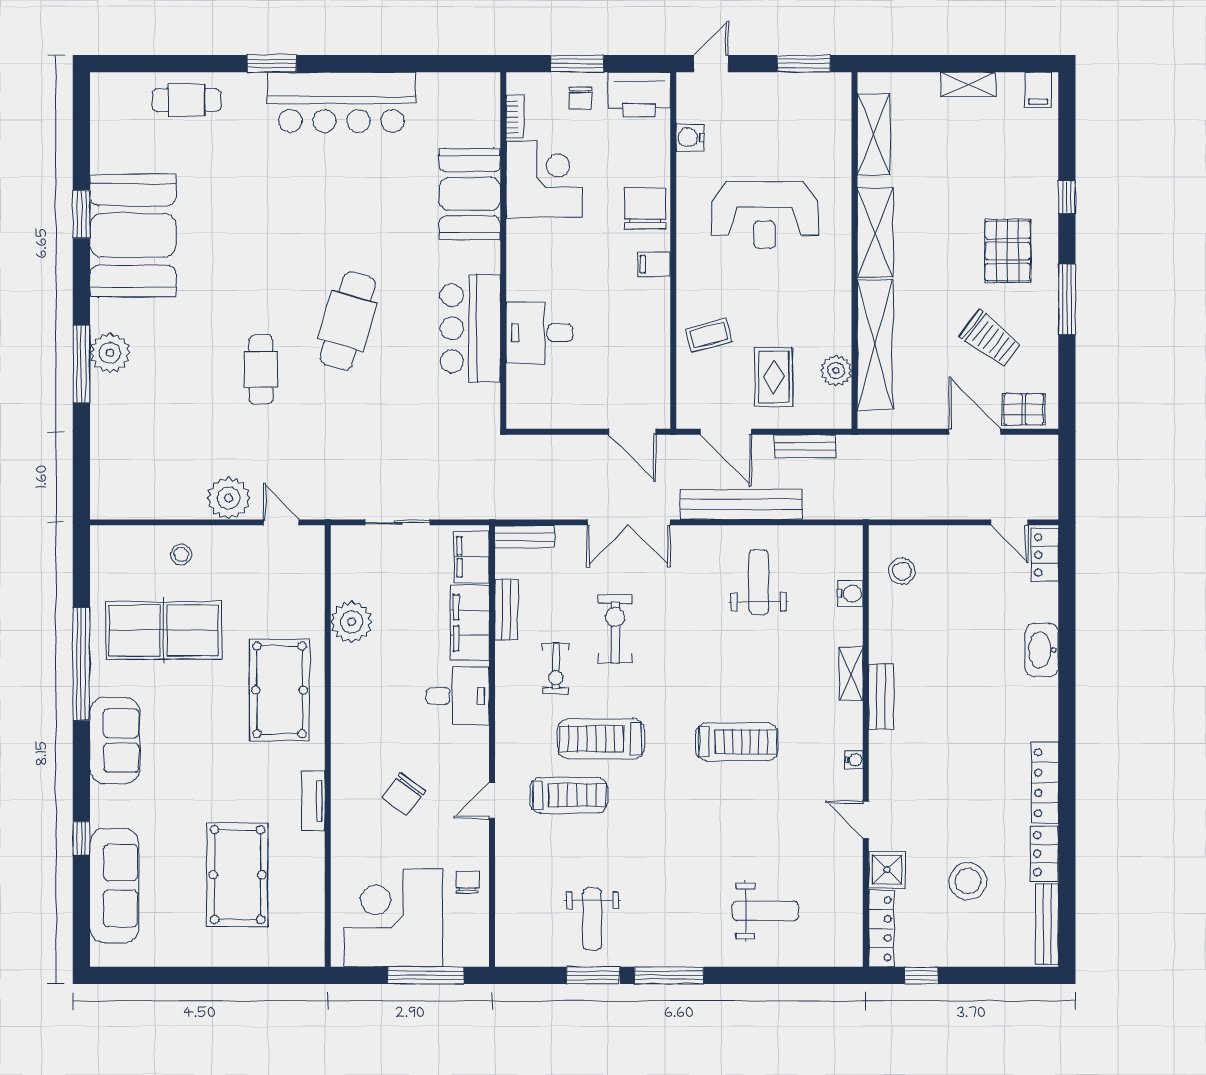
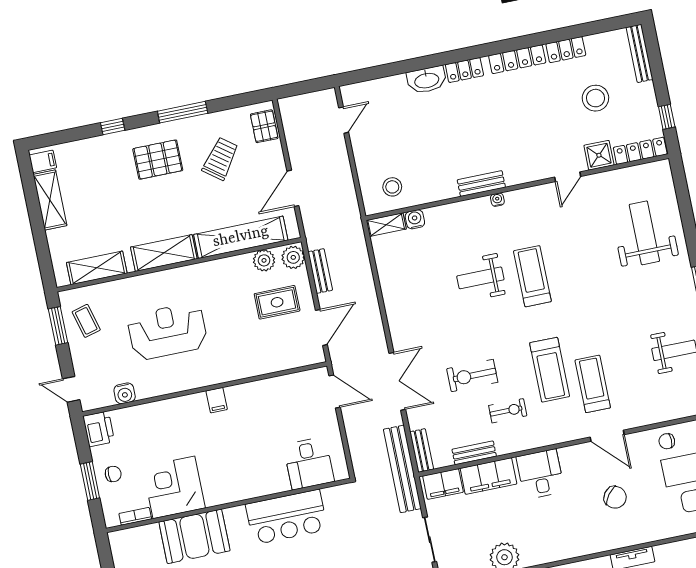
shelving: (968, 84) -> (50, 200), width x1.50, depth x1.33
printer: (639, 94) -> (99, 429), width x0.73, depth x0.84
chair: (645, 208) -> (180, 414), removed
reception desk: (765, 215) -> (167, 331), turned -90
desk: (539, 333) -> (309, 463), moved
coffee table: (709, 335) -> (86, 321), moved
plant: (832, 412) -> (293, 257), added
door: (632, 432) -> (335, 392), hinge flipped
door: (975, 432) -> (293, 188), moved
bench: (741, 504) -> (402, 469), moved
locker: (1045, 555) -> (464, 70), moved
weight bench: (759, 582) -> (480, 278), moved
shelving: (851, 674) -> (386, 225), moved
water cooler: (854, 760) -> (497, 200), moved
door: (492, 800) -> (607, 436), width x1.38
weight bench: (765, 911) -> (644, 233), width x1.36, depth x1.33
bench: (1047, 924) -> (639, 53), moved, turned 90

